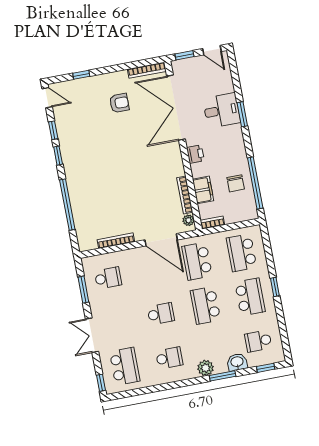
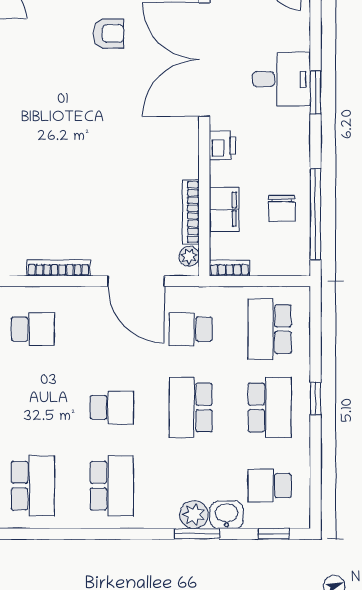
school desk: (197, 261) -> (191, 329), width x0.54
school desk: (169, 358) -> (112, 486), width x1.85
plant: (206, 368) -> (194, 515), moved

